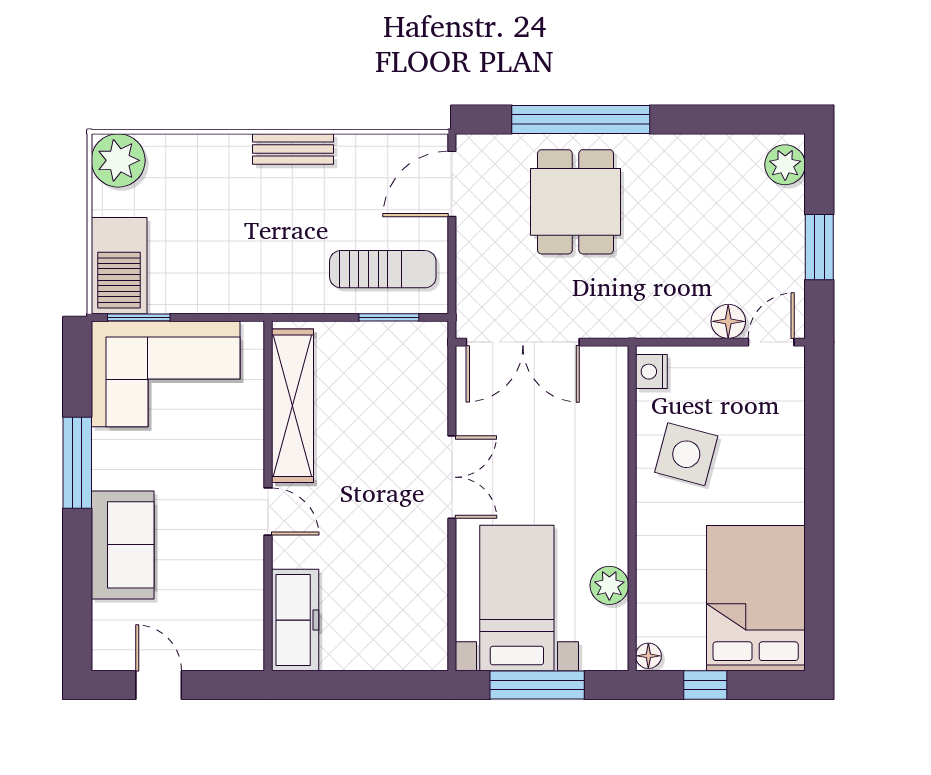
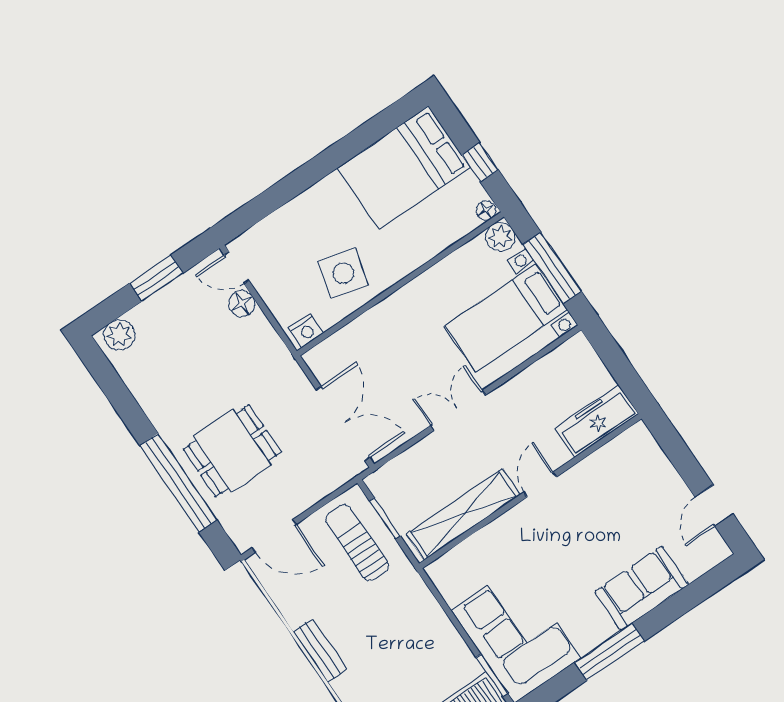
shelving: (292, 406) -> (463, 514), moved
wall: (268, 496) -> (530, 491), moved
door: (268, 511) -> (540, 484), moved
plant: (609, 585) -> (500, 237), moved
freezer: (295, 620) -> (597, 421), moved

